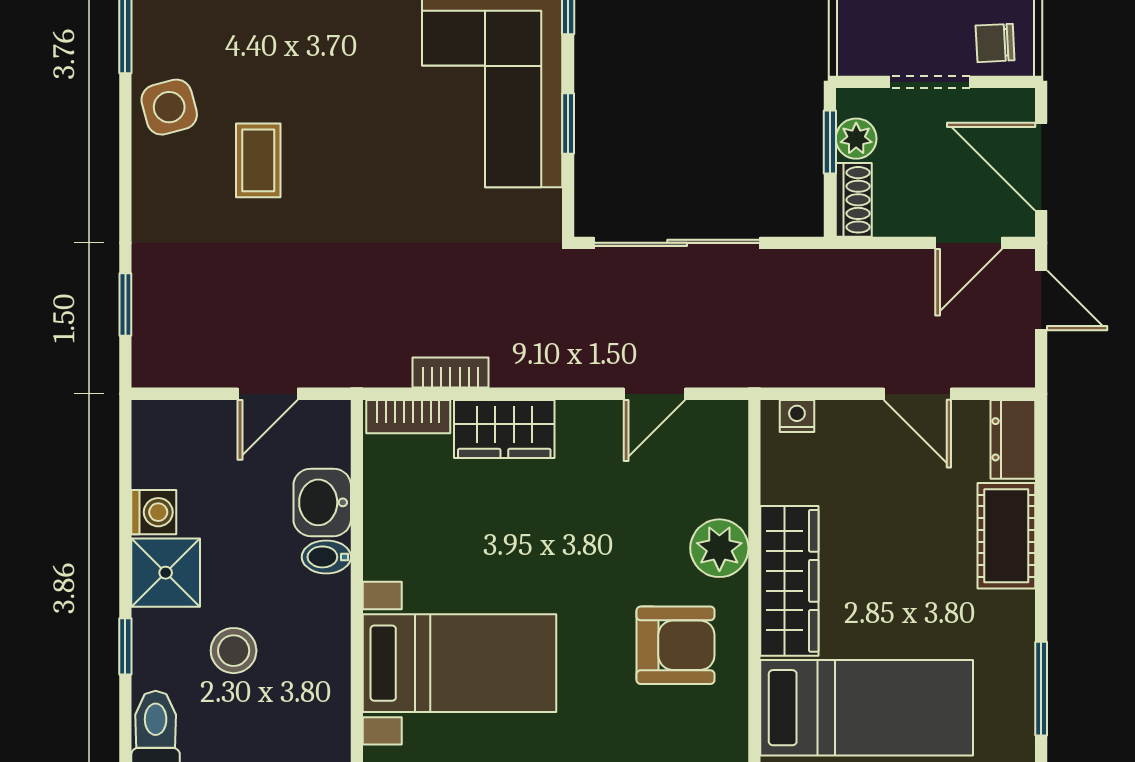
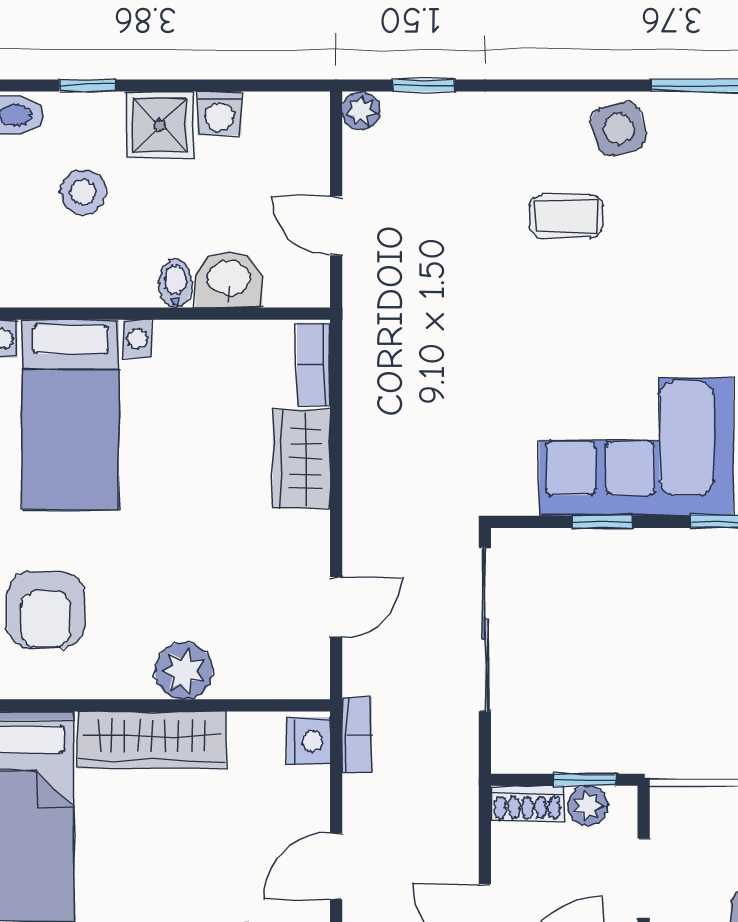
plant: (151, 368) -> (361, 111), added
bookcase: (450, 373) -> (357, 735), moved
door: (655, 394) -> (336, 607), swing flipped
nightstand: (797, 416) -> (309, 741), width x1.39, depth x1.35
armchair: (676, 645) -> (46, 610), moved

